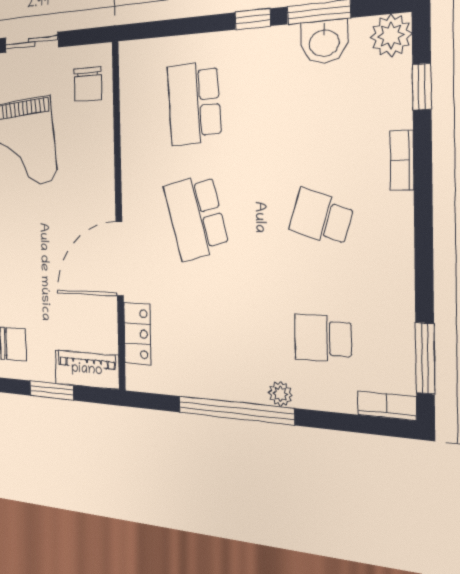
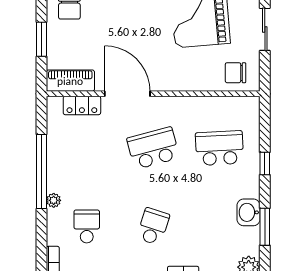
window: (253, 19) -> (265, 163), moved
washbasin: (324, 42) -> (248, 212), moved
piano: (87, 370) -> (70, 81), moved, turned -90

